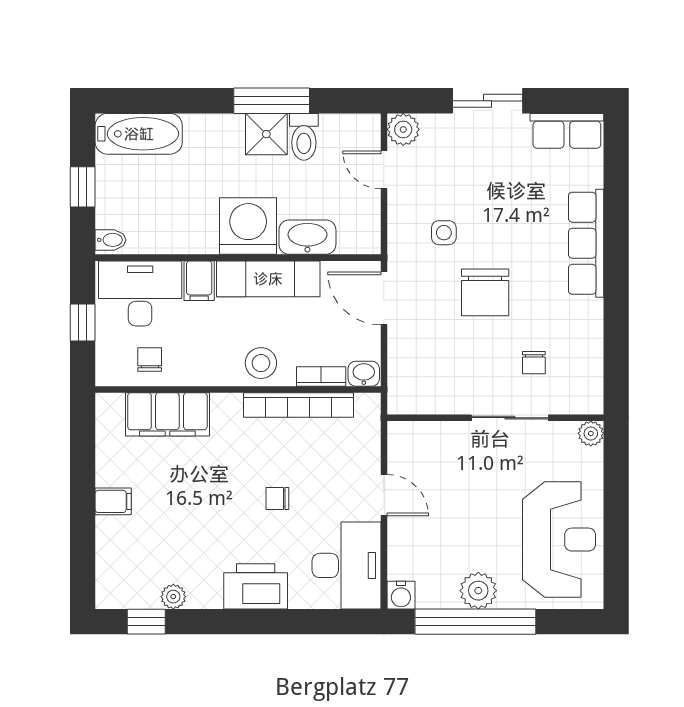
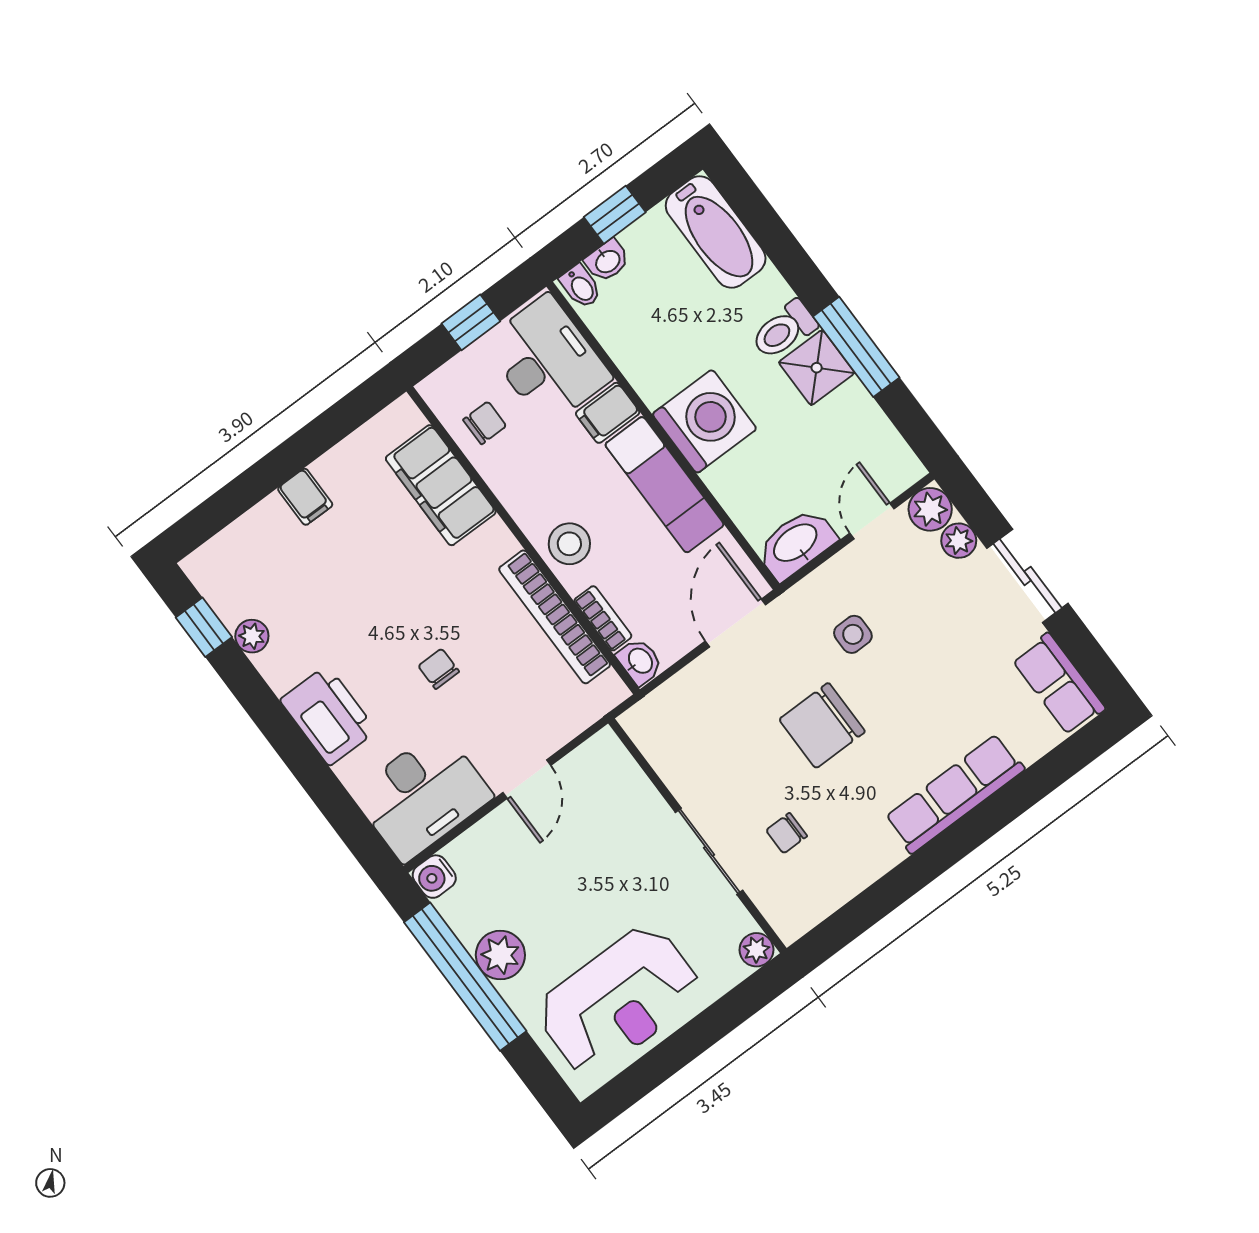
plant: (435, 126) -> (959, 541), added
toilet: (304, 137) -> (784, 330), moved
washbasin: (107, 212) -> (607, 261), added
washbasin: (307, 237) -> (796, 544), moved, turned -90

